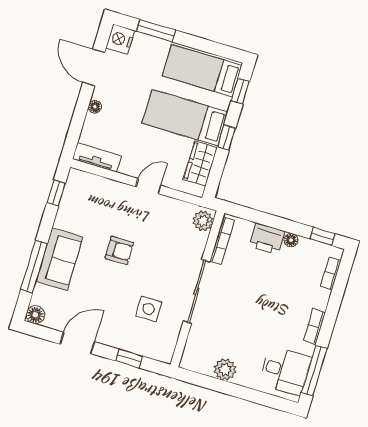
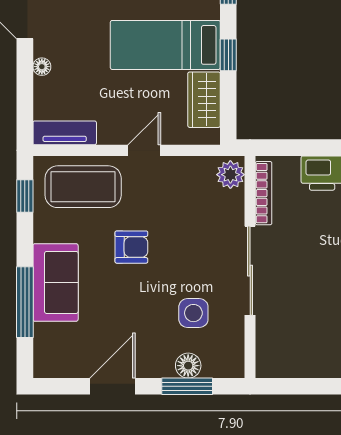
coffee table: (98, 199) -> (83, 187), added
floor lamp: (35, 315) -> (188, 366), moved
window: (129, 358) -> (187, 386), width x1.50
plant: (225, 369) -> (319, 363), removed

